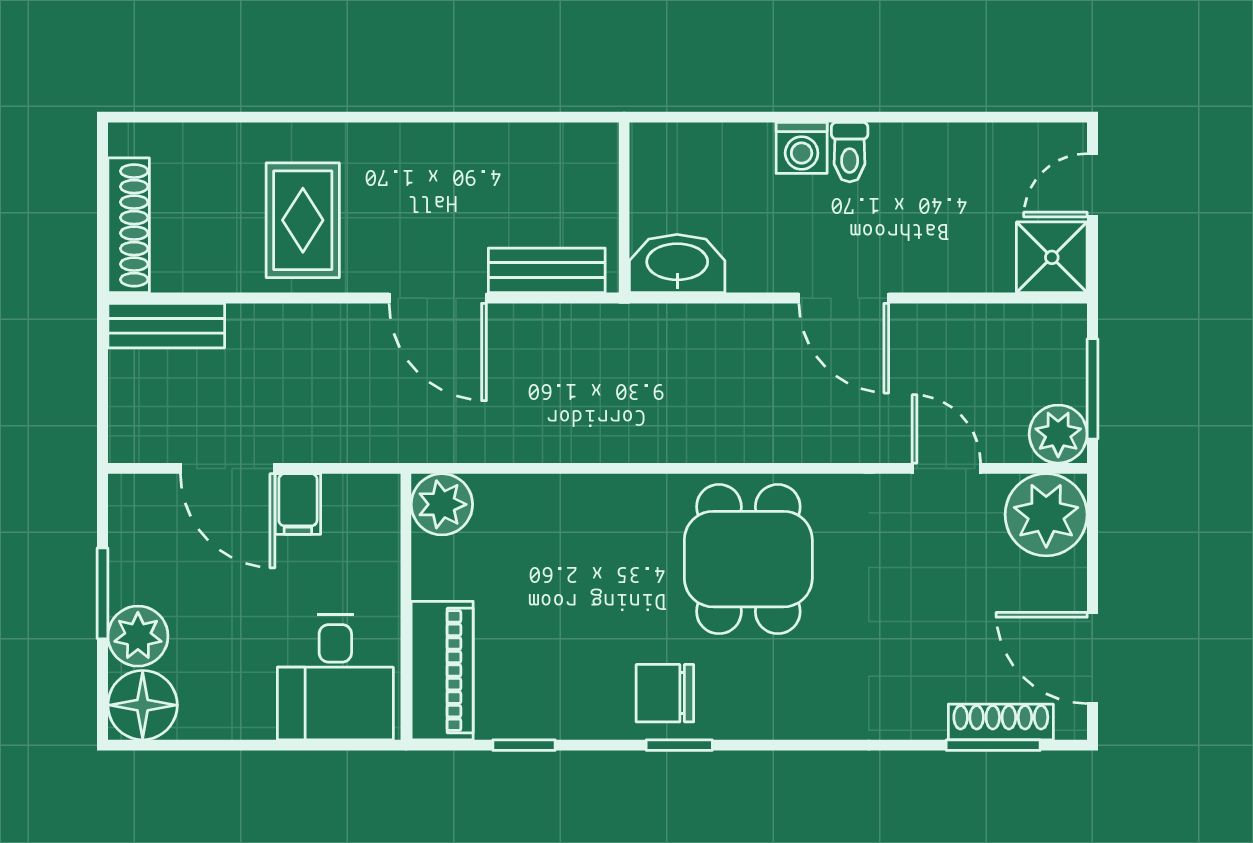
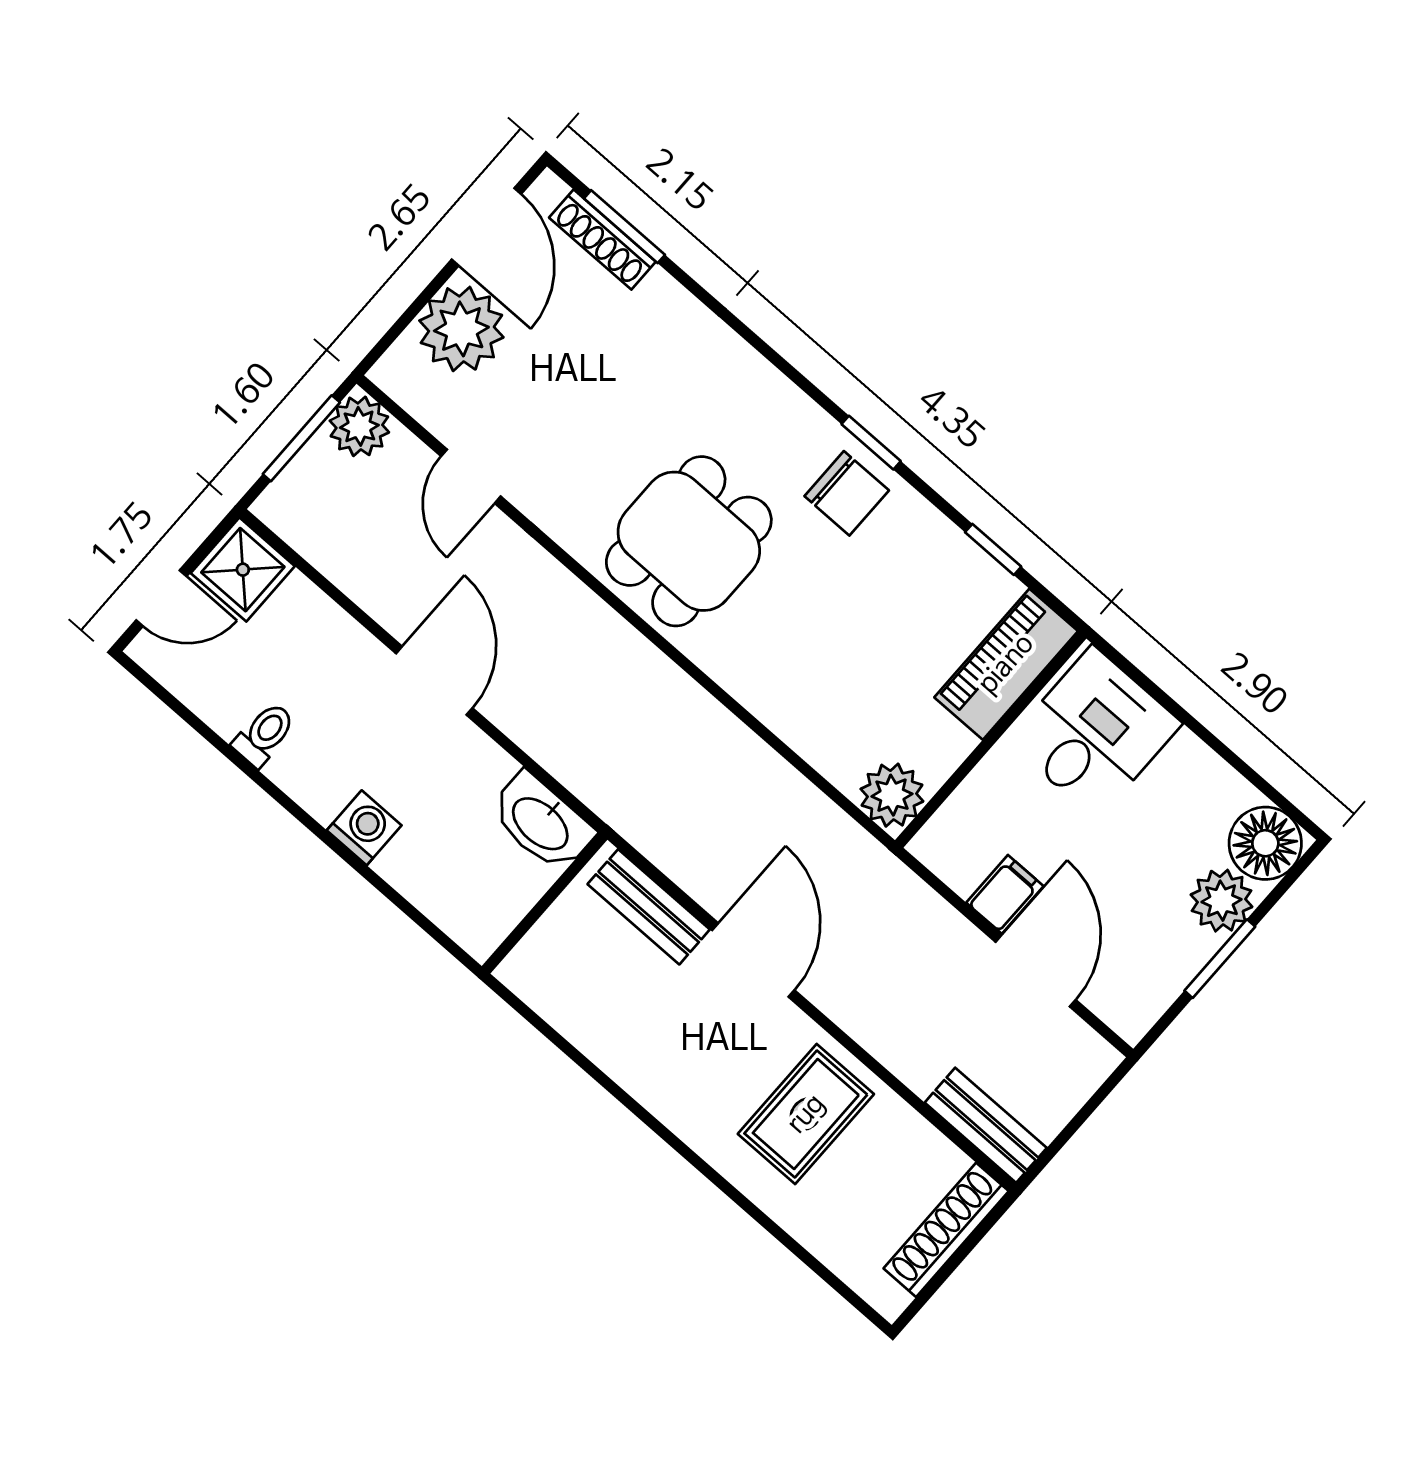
toilet: (850, 152) -> (264, 734), moved
plant: (1046, 515) -> (461, 329), moved

